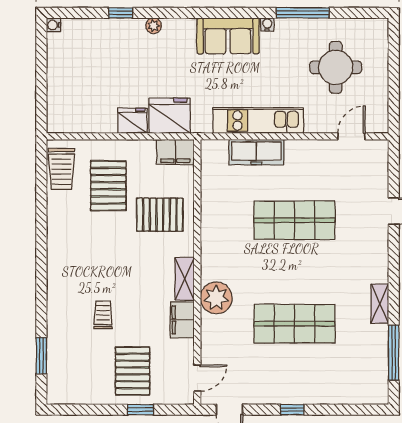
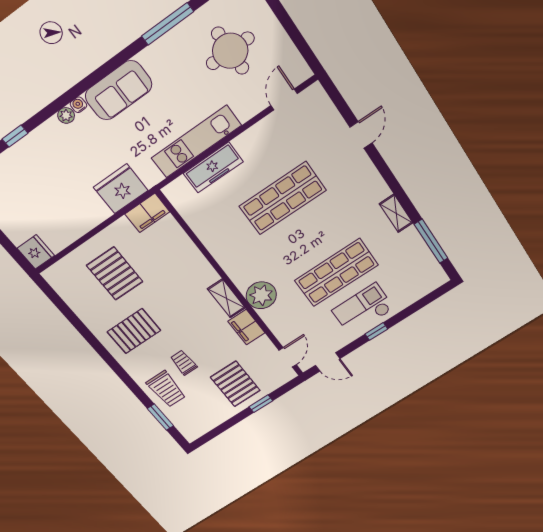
water cooler: (267, 24) -> (78, 105), moved
plant: (154, 26) -> (66, 115), moved
fridge: (132, 121) -> (36, 252), moved, turned 90
trolley: (61, 169) -> (166, 389), moved
pallet: (160, 215) -> (134, 331), moved
checkout: (295, 378) -> (363, 309), added

